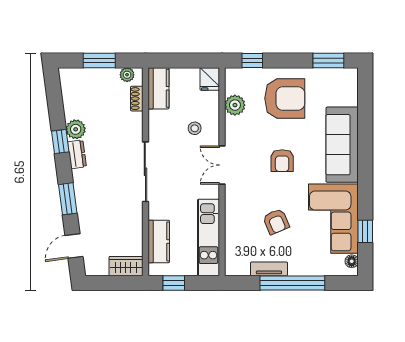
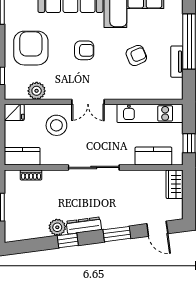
plant: (127, 75) -> (11, 183), removed
stool: (195, 128) -> (56, 125), width x1.89, depth x1.89
dresser: (77, 154) -> (84, 226), width x1.44

